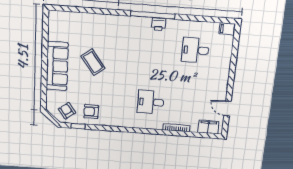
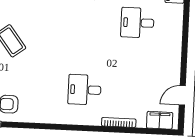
door: (227, 109) -> (182, 95), hinge flipped

